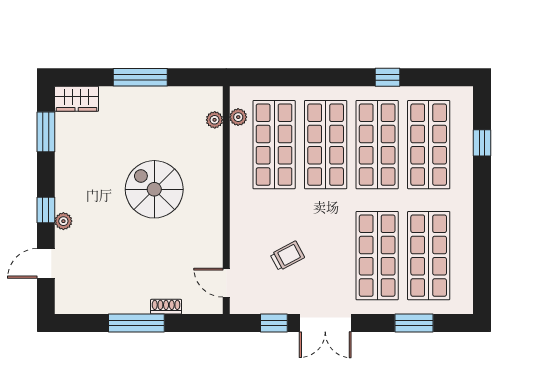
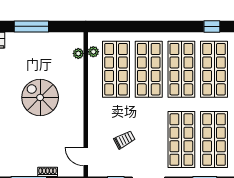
window: (388, 77) -> (212, 26), moved

